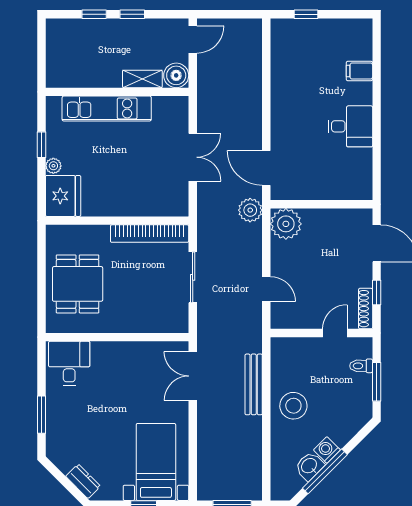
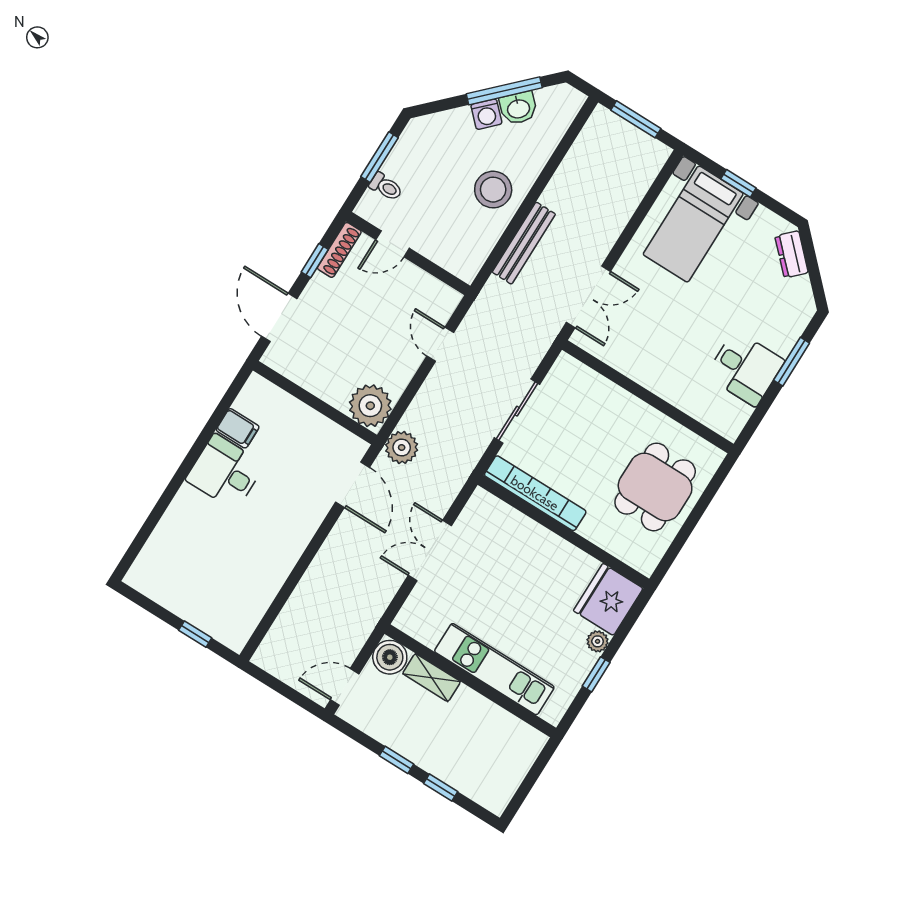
filing cabinet: (359, 71) -> (238, 428), moved
desk: (69, 363) -> (745, 368), moved, turned -90

